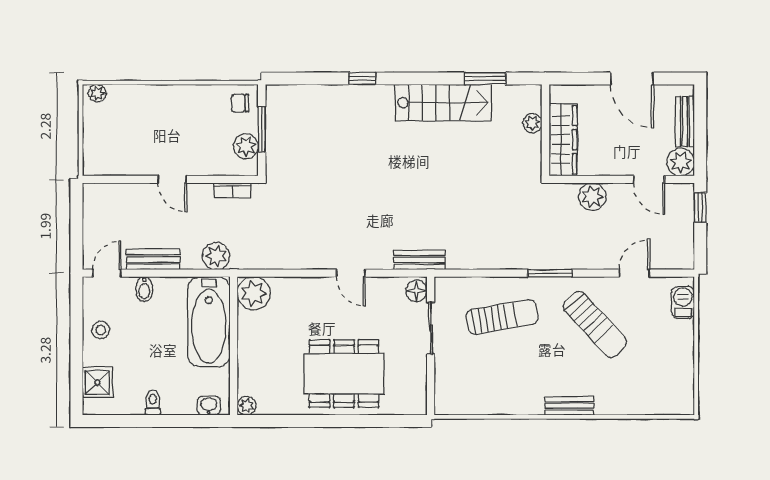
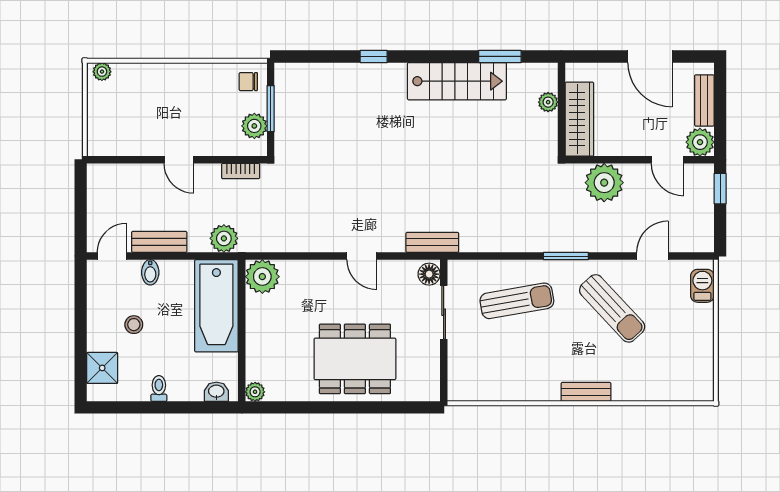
plant: (592, 197) -> (604, 183), width x1.36, depth x1.36
stool: (101, 330) -> (134, 325), moved

